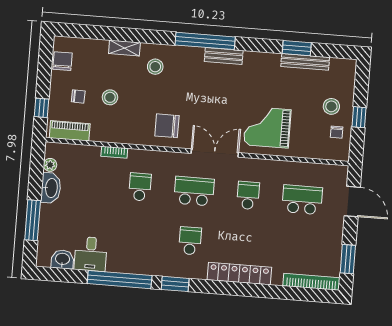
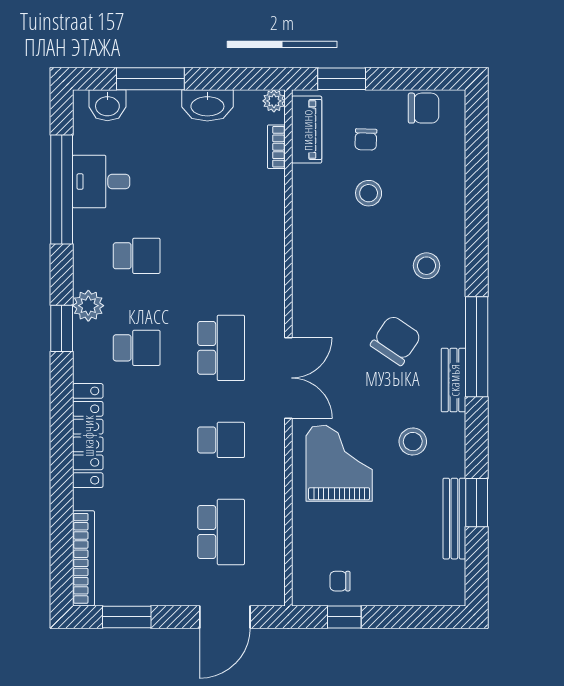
shelving: (124, 48) -> (454, 211), removed
stool: (331, 106) -> (413, 442), moved
window: (41, 108) -> (342, 79), width x1.50
window: (359, 117) -> (344, 617), moved
chair: (167, 126) -> (396, 340), moved, turned 34
bookcase: (114, 152) -> (276, 147), moved
plant: (50, 165) -> (274, 101), moved
school desk: (140, 187) -> (137, 256), moved
washbasin: (62, 259) -> (107, 105), moved, turned 90
plant: (163, 267) -> (88, 306), added
window: (120, 280) -> (62, 190), moved

